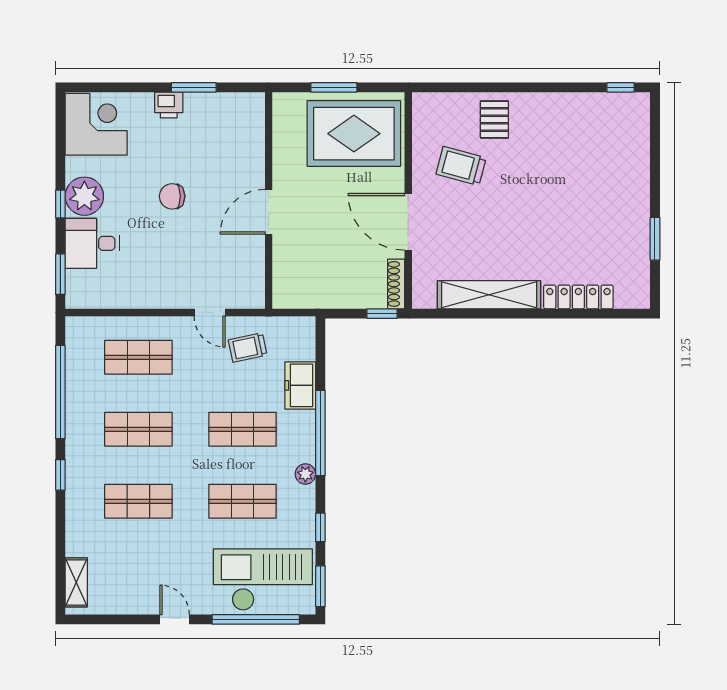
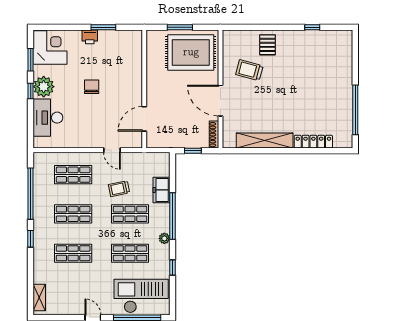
window: (621, 87) -> (312, 27), moved
chair: (172, 196) -> (92, 87), turned 90
door: (269, 212) -> (144, 119), moved
window: (655, 239) -> (355, 110), width x2.11
desk: (92, 243) -> (48, 118), width x1.37
window: (60, 274) -> (31, 60), moved
window: (382, 314) -> (193, 151), moved
trolley: (248, 347) -> (119, 189), moved
window: (320, 586) -> (173, 300), removed

